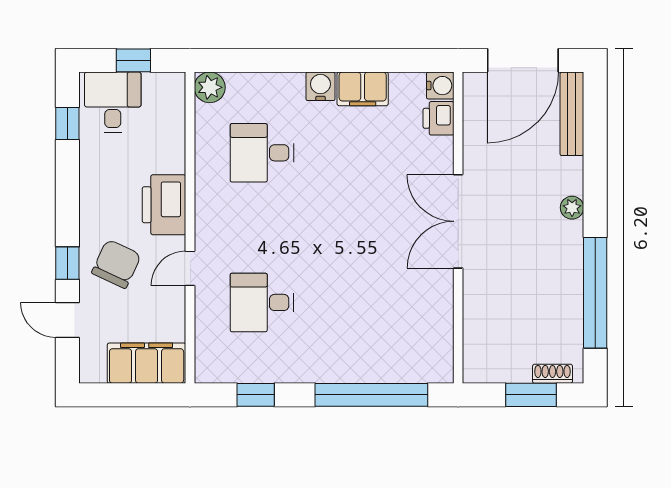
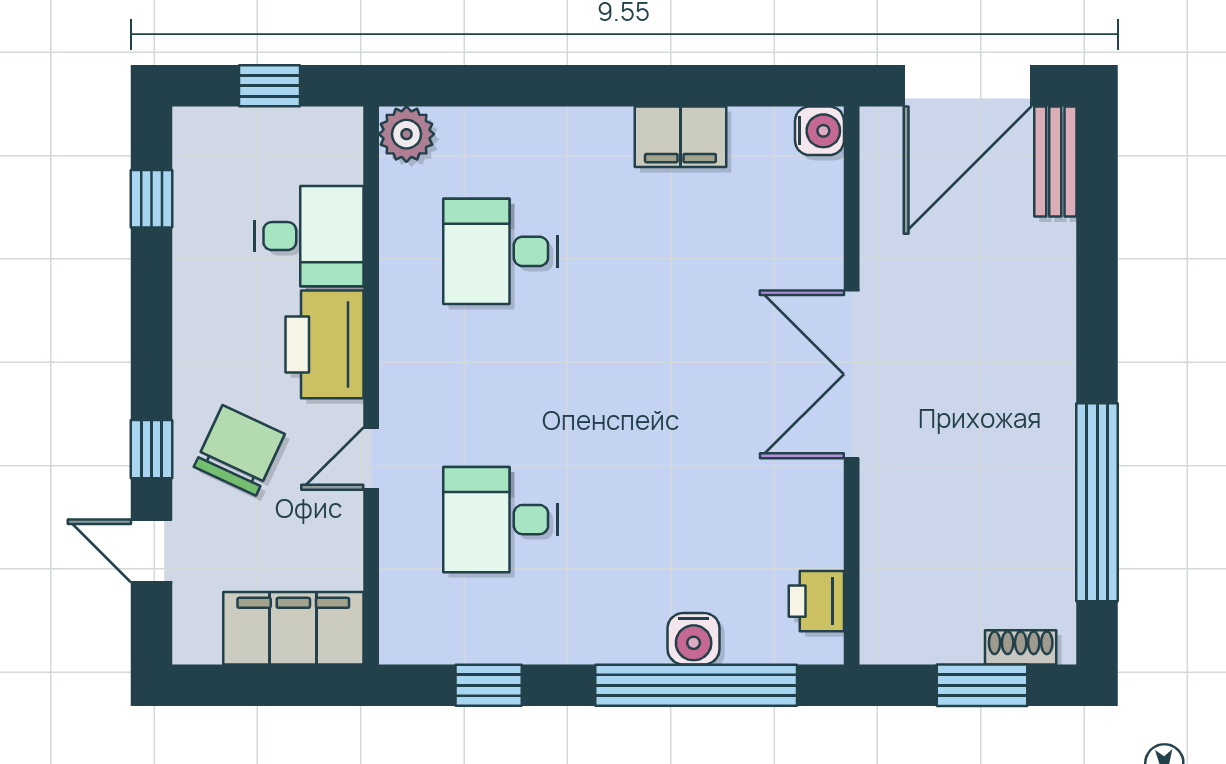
water cooler: (320, 86) -> (694, 639), moved, turned 180
desk: (113, 102) -> (309, 236), moved, turned 90
bench: (572, 114) -> (1055, 162), width x0.73
printer: (438, 118) -> (816, 601), moved
plant: (572, 208) -> (1056, 350), removed

